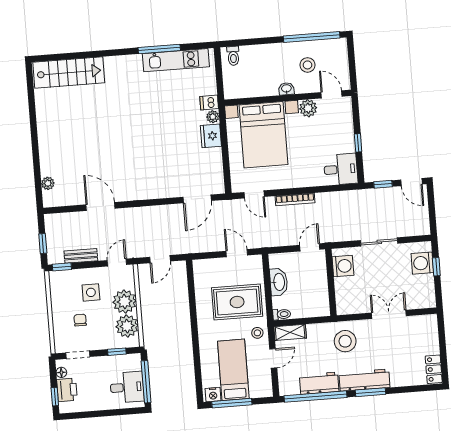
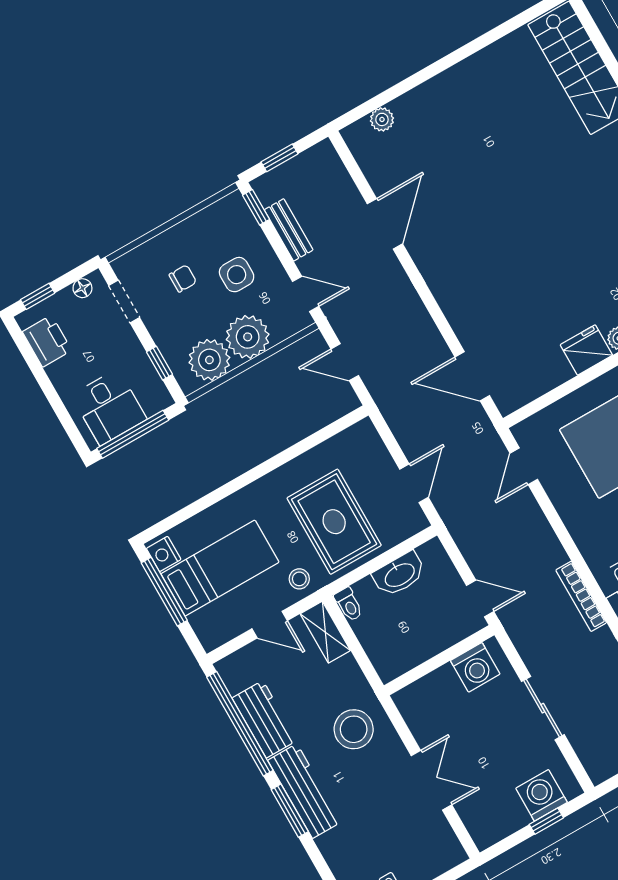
bookcase: (295, 199) -> (581, 596), moved
printer: (67, 390) -> (47, 341), moved, turned -90

